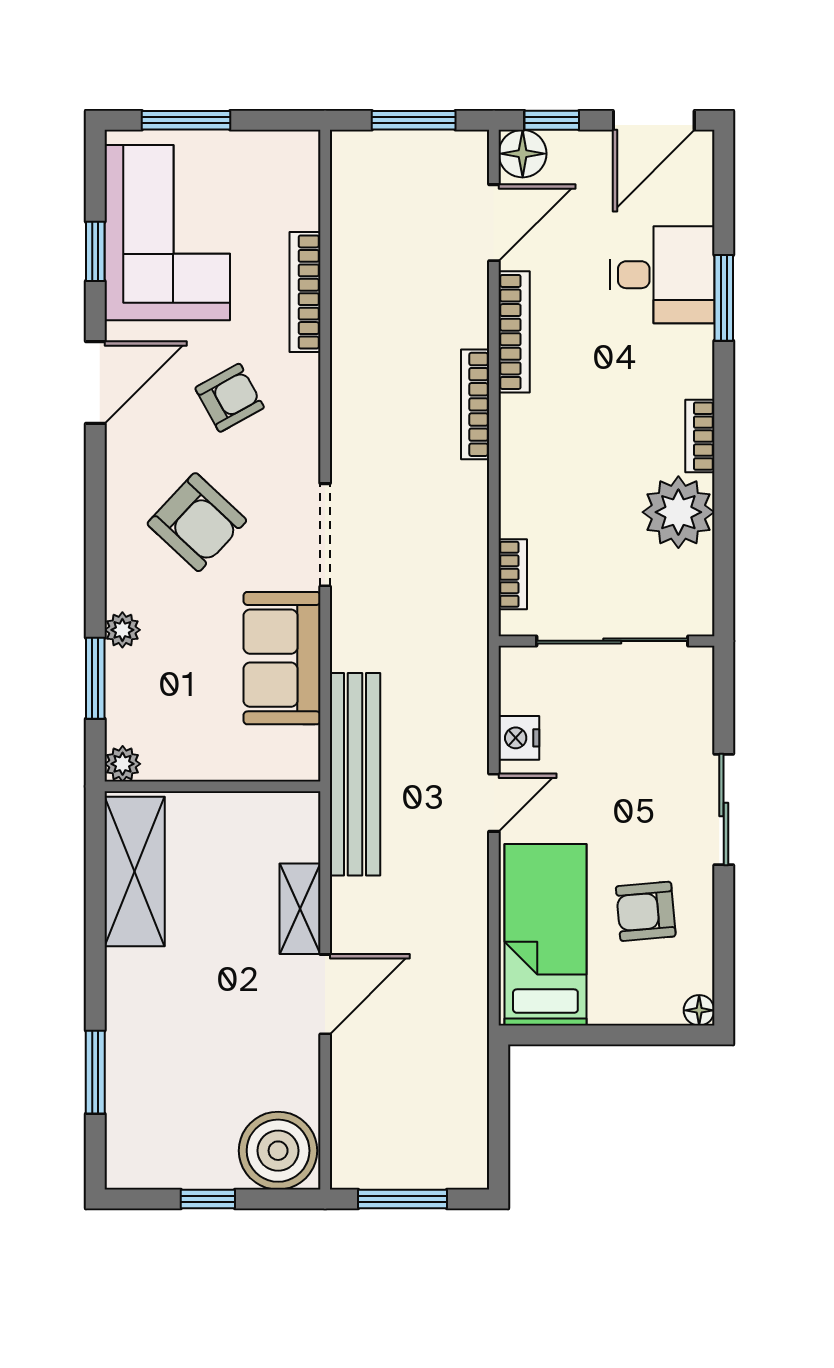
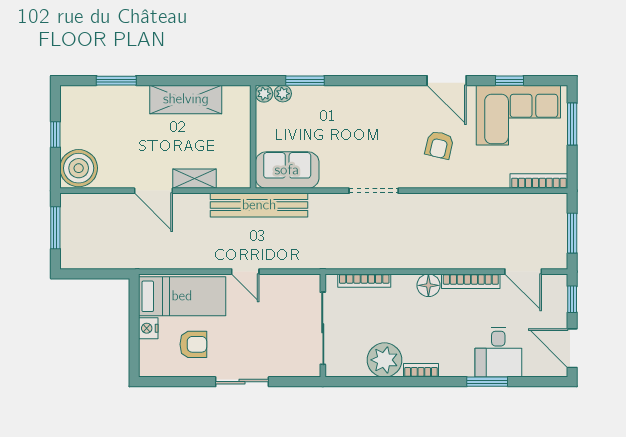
floor lamp: (523, 154) -> (428, 285), moved
bookcase: (305, 292) -> (539, 181), moved
armchair: (230, 398) -> (439, 145), turned 42
bookcase: (475, 404) -> (436, 263), removed
armchair: (197, 522) -> (380, 129), removed
bookcase: (513, 574) -> (364, 281), width x1.56
plant: (122, 630) -> (283, 94), moved
sofa: (282, 658) -> (287, 170), moved
nightstand: (519, 738) -> (148, 328), moved, turned -90
shelving: (135, 872) -> (186, 99), moved
armchair: (646, 911) -> (193, 344), turned 95
floor lamp: (699, 1010) -> (146, 370), removed

